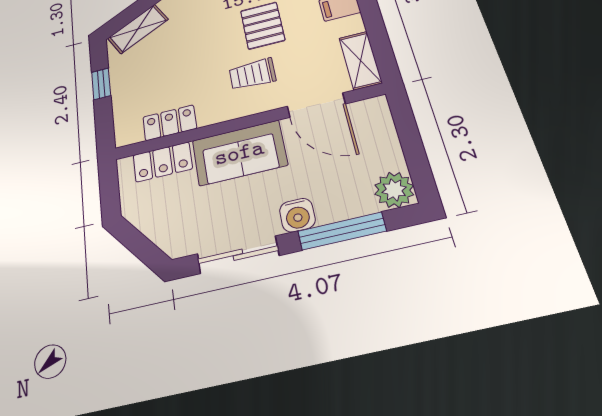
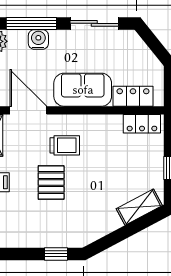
locker: (170, 123) -> (142, 124), moved
water cooler: (297, 215) -> (38, 39), moved

